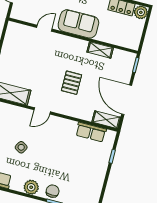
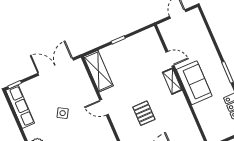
shelving: (100, 50) -> (172, 81), moved
pallet: (72, 83) -> (144, 113), turned 90

